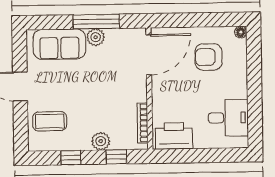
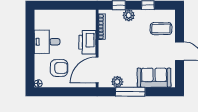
plant: (96, 37) -> (117, 82), moved
desk: (228, 118) -> (47, 42), moved
printer: (174, 136) -> (87, 42), moved, turned 90

